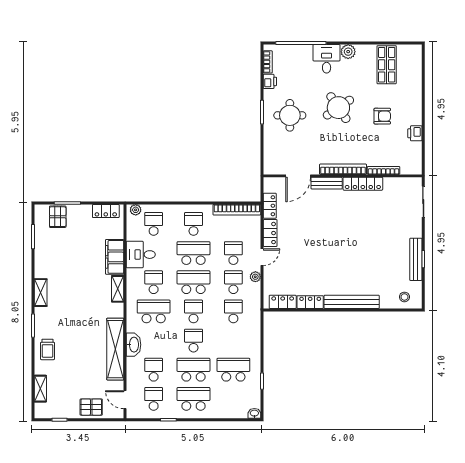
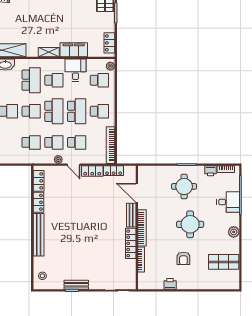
desk: (327, 59) -> (228, 202), moved
round table: (338, 108) -> (190, 224), turned 34
bench: (416, 259) -> (76, 285), width x0.73

